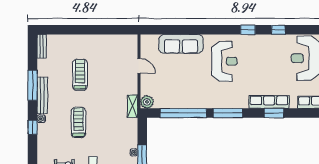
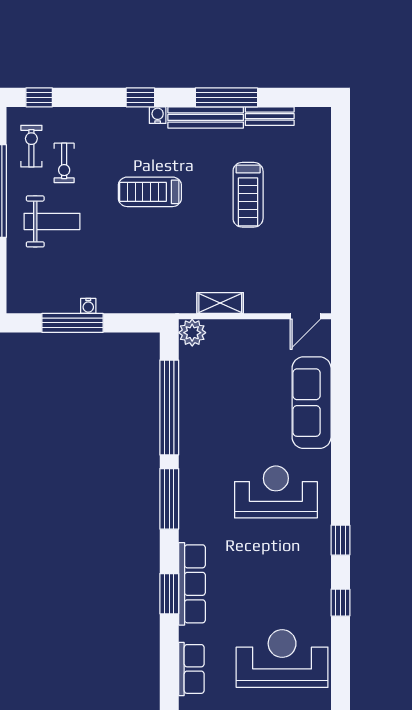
bench: (42, 46) -> (270, 116), moved
reception desk: (224, 61) -> (276, 492), turned 180
door: (139, 66) -> (305, 316), moved
treadmill: (80, 75) -> (248, 195), turned 90
shelving: (133, 106) -> (220, 303), moved
treadmill: (78, 122) -> (150, 192), turned 180

